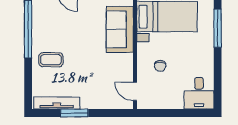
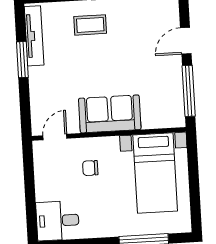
sofa: (120, 29) -> (110, 114), moved
coffee table: (51, 60) -> (90, 25), turned 90

